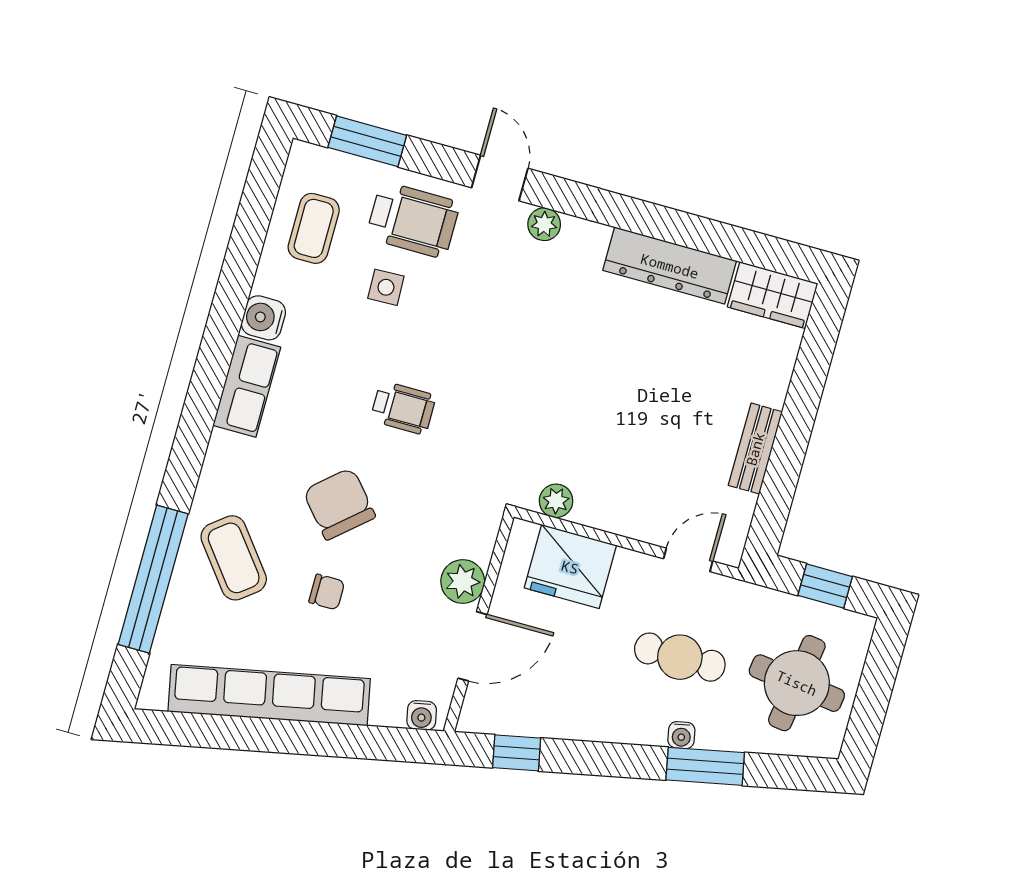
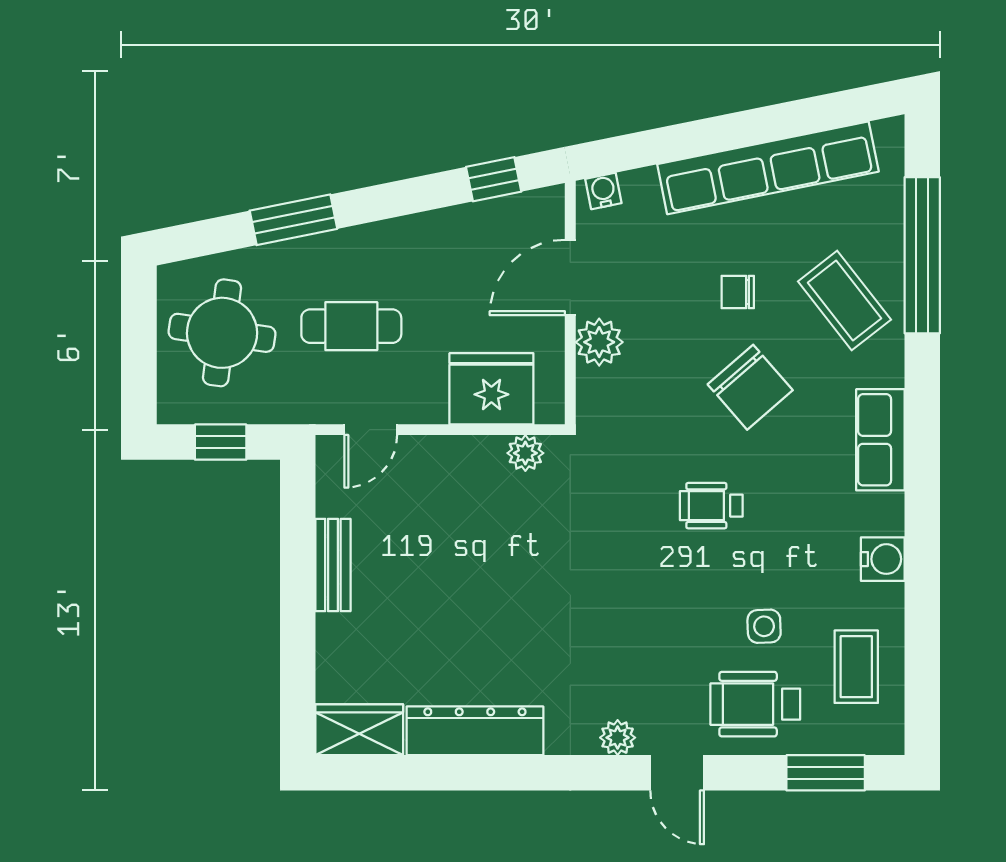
row of seats: (247, 386) -> (880, 440), moved
water cooler: (681, 735) -> (327, 245), removed

